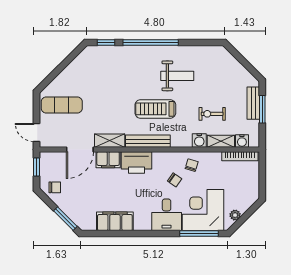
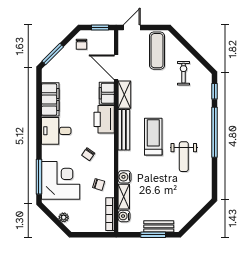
exercise bike: (212, 114) -> (184, 73), moved
chair: (192, 165) -> (99, 184), moved
desk: (167, 215) -> (56, 131), moved
plant: (235, 215) -> (64, 217), moved

